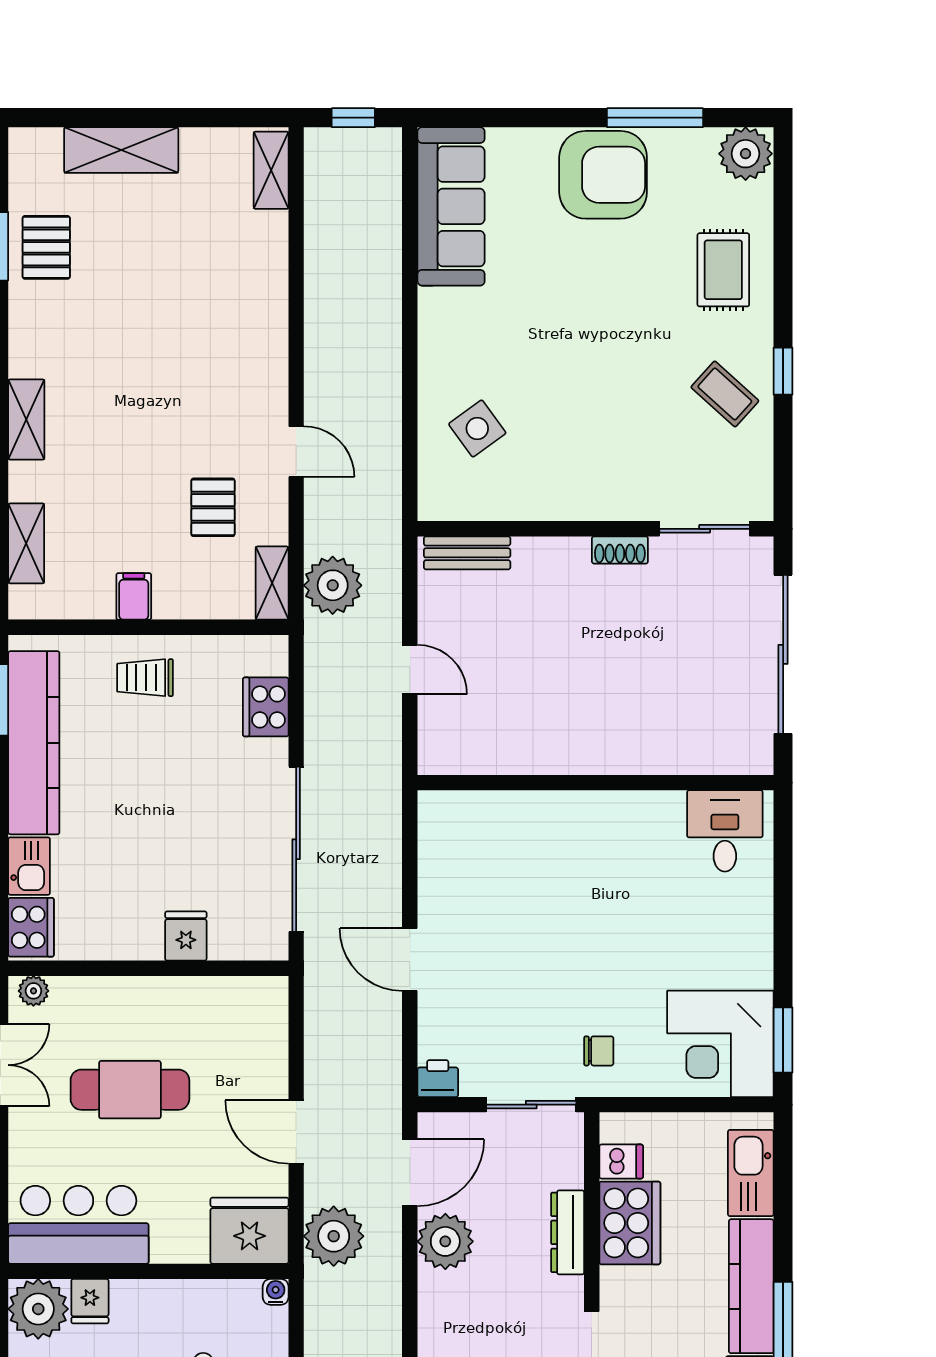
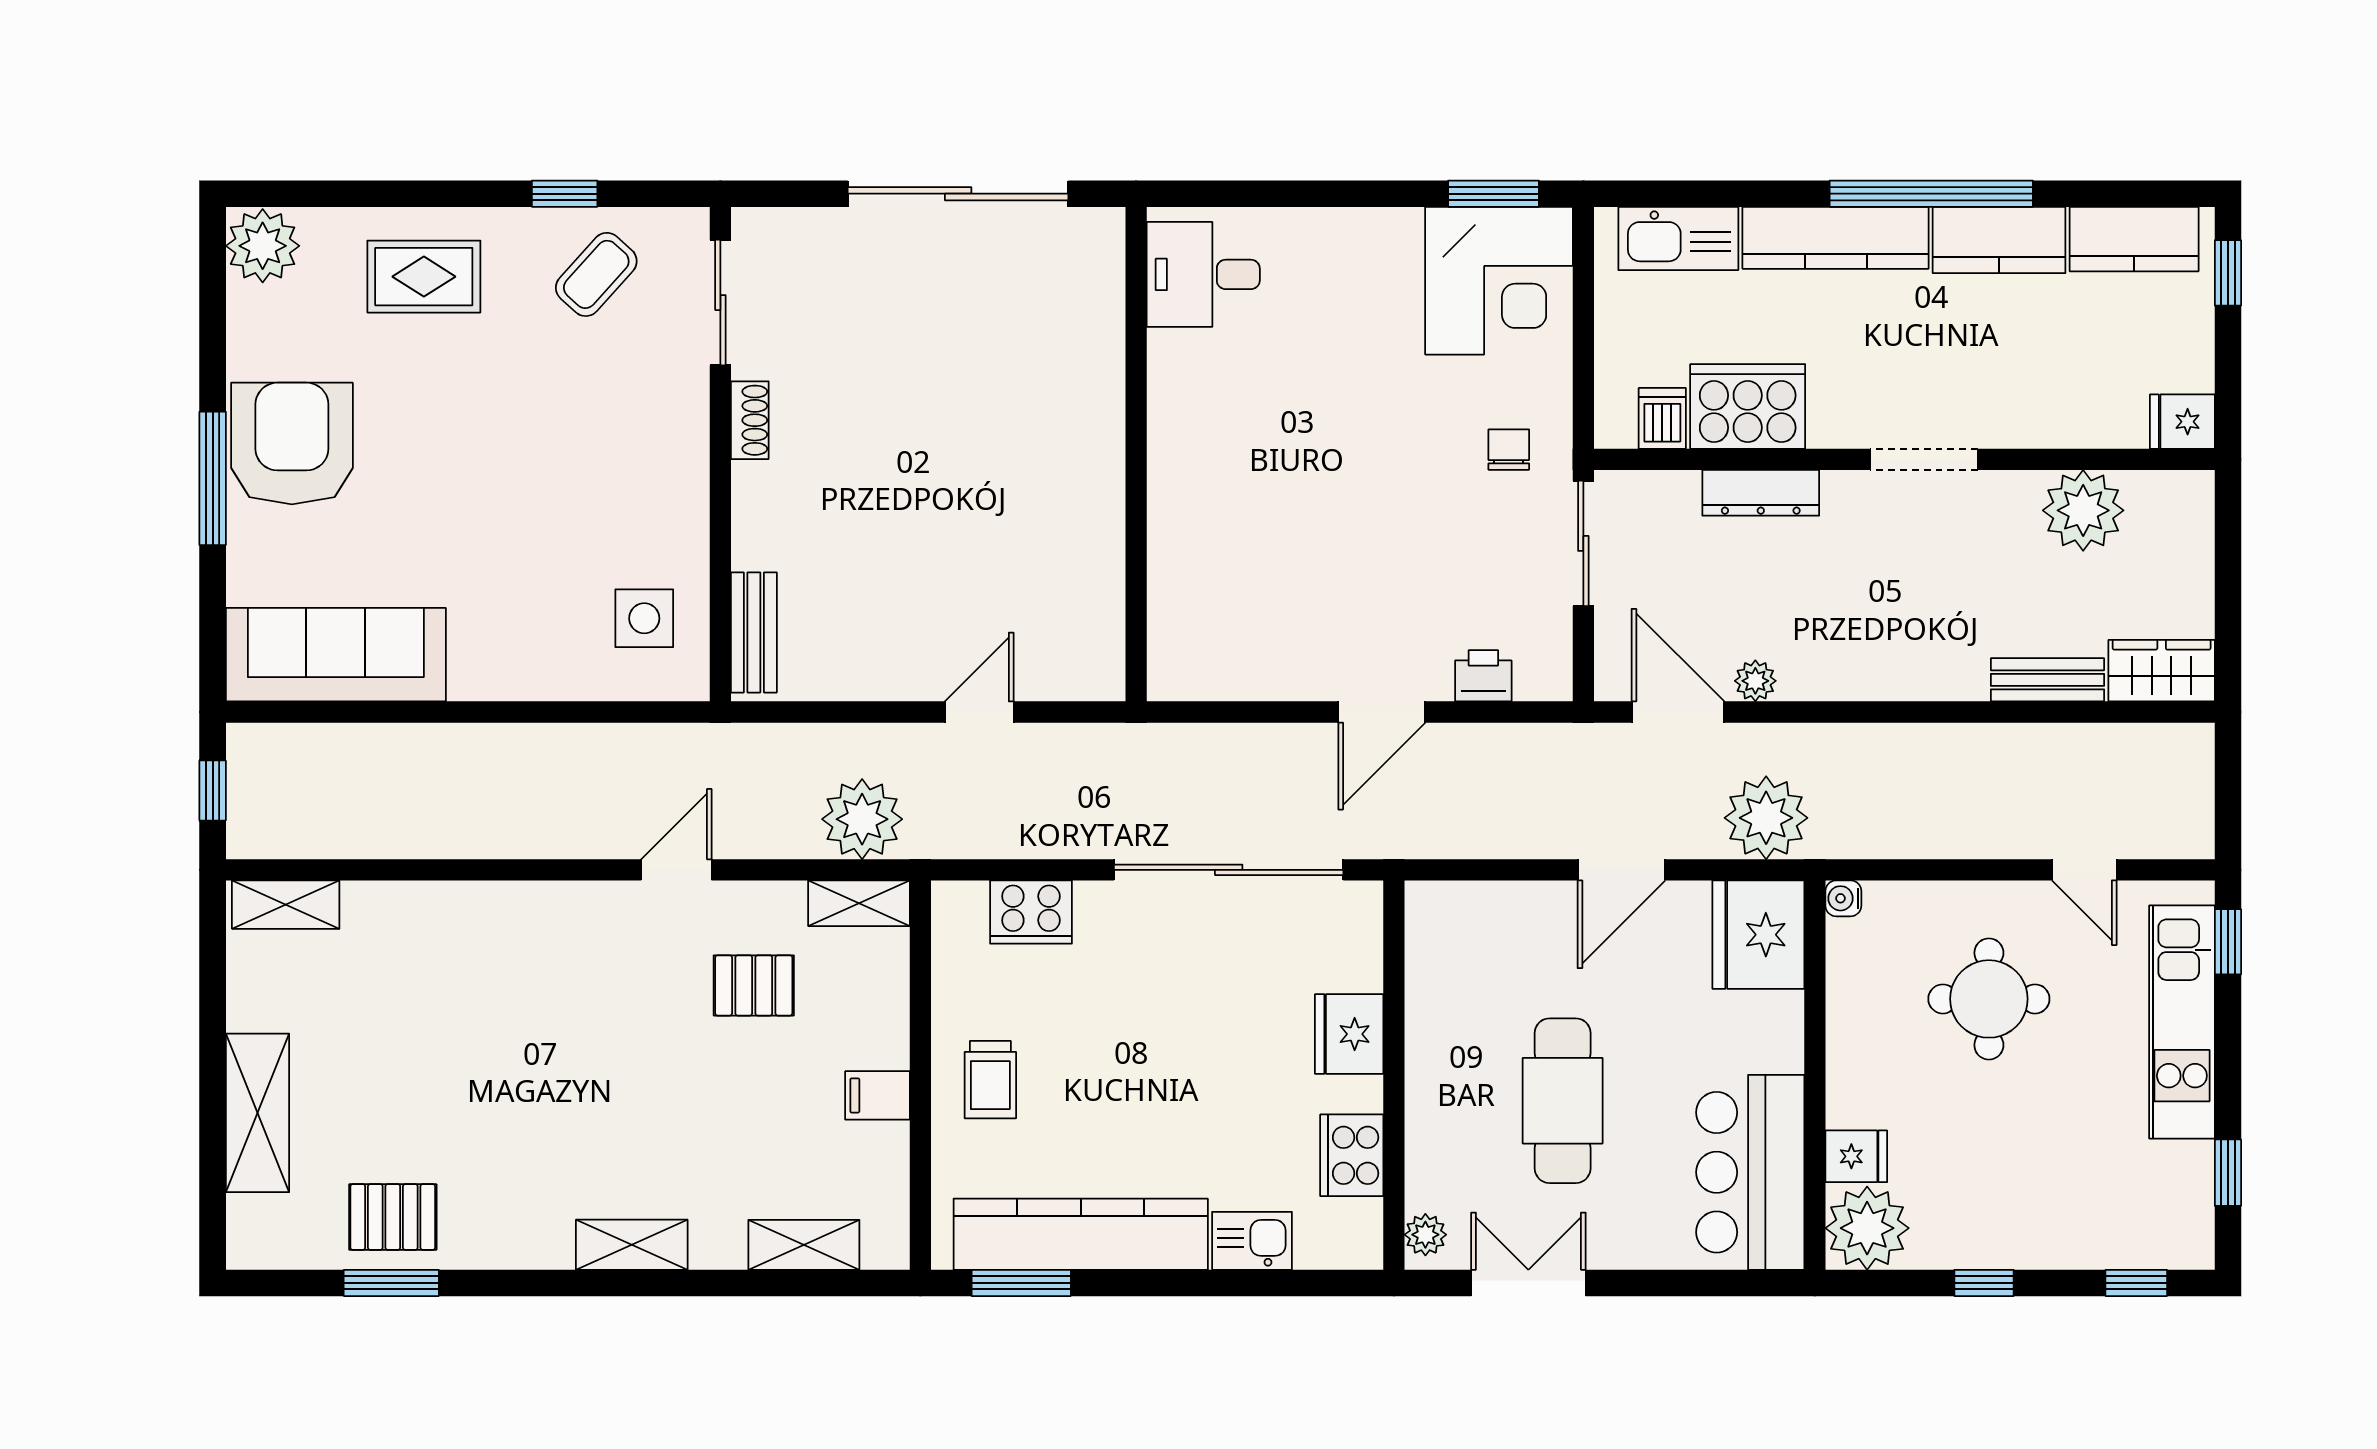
window: (655, 118) -> (213, 478), moved
side table: (477, 428) -> (644, 618), turned 36
wall: (595, 529) -> (720, 454), moved
sliding door: (705, 529) -> (720, 303), moved
shoe rack: (620, 550) -> (750, 420), moved
bench: (467, 553) -> (754, 632), moved
cooker: (31, 927) -> (1352, 1155), moved, turned -90
fridge: (186, 936) -> (1349, 1034), width x1.38
printer: (438, 1079) -> (1483, 676), moved, turned 90
plant: (445, 1241) -> (1755, 681), width x0.53, depth x0.53

